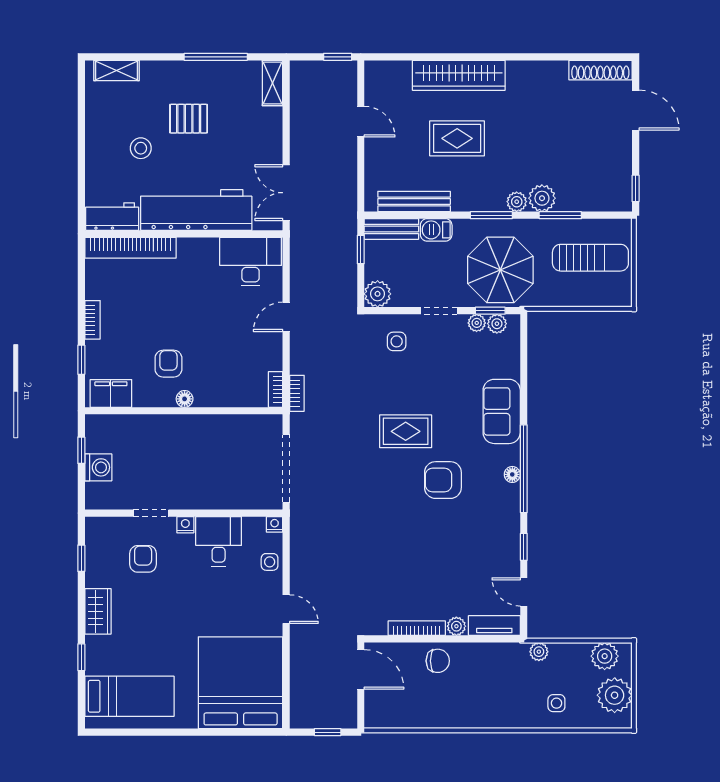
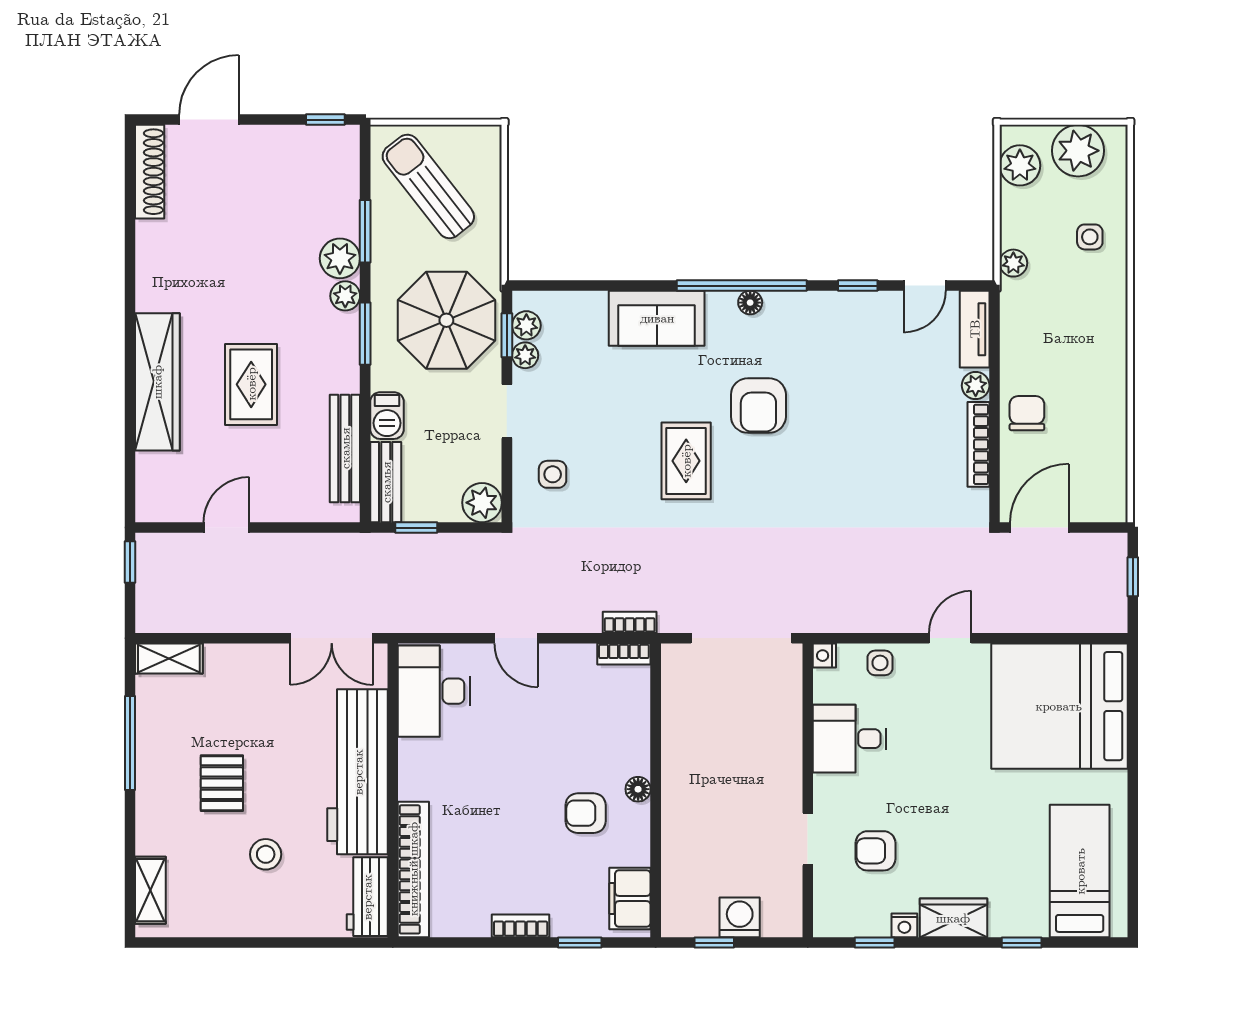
sun lounger: (590, 258) -> (428, 186), turned -38
nightstand: (185, 525) -> (904, 925), moved, turned -90

